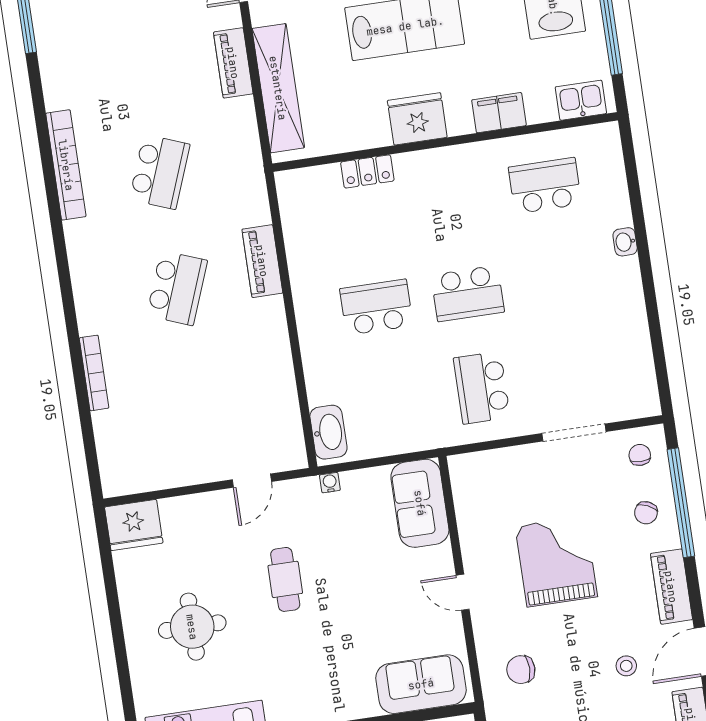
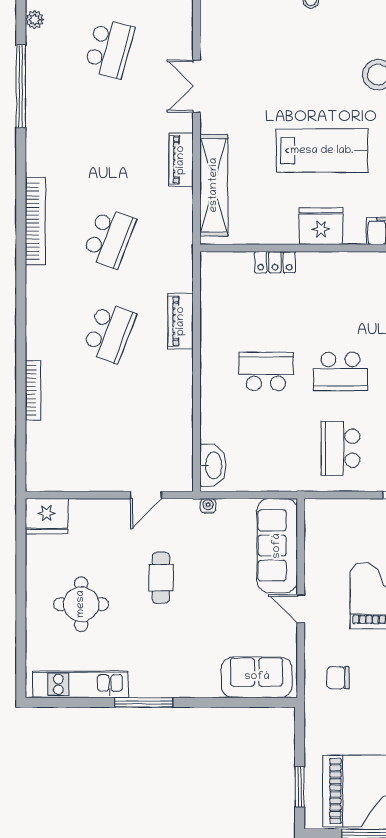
sofa: (420, 503) -> (277, 546), width x1.36

